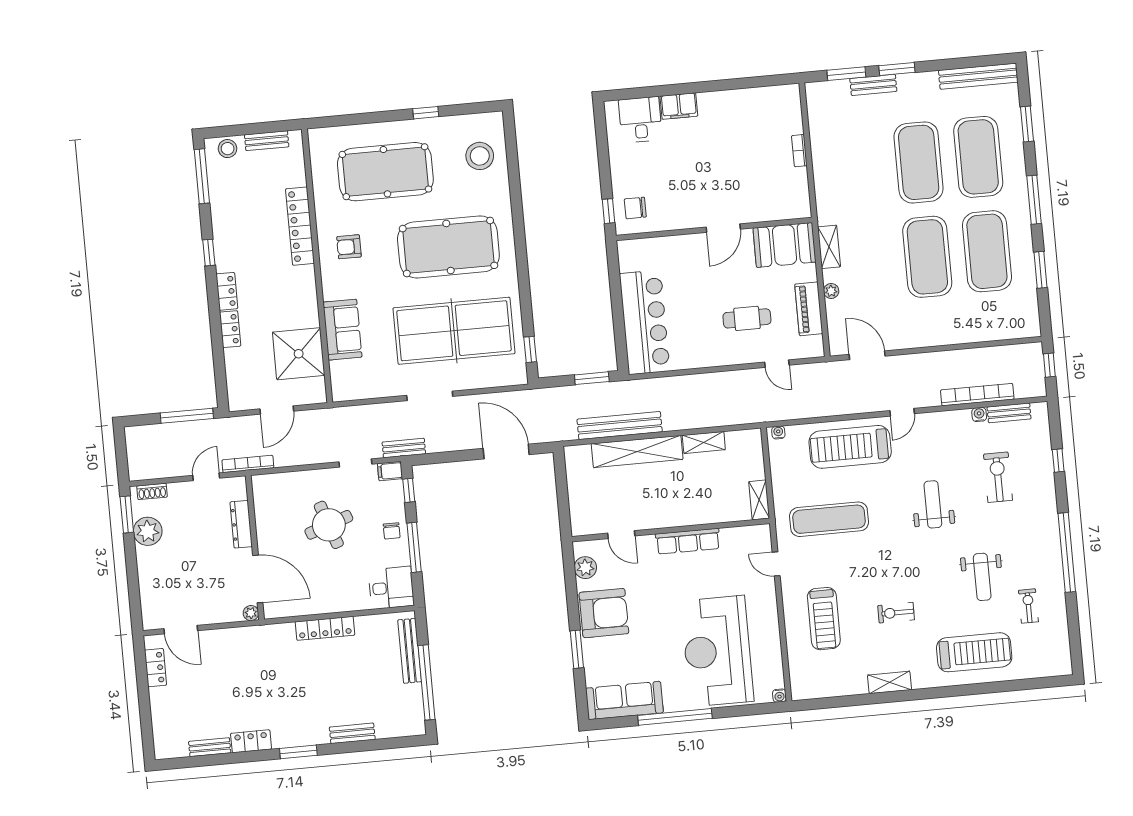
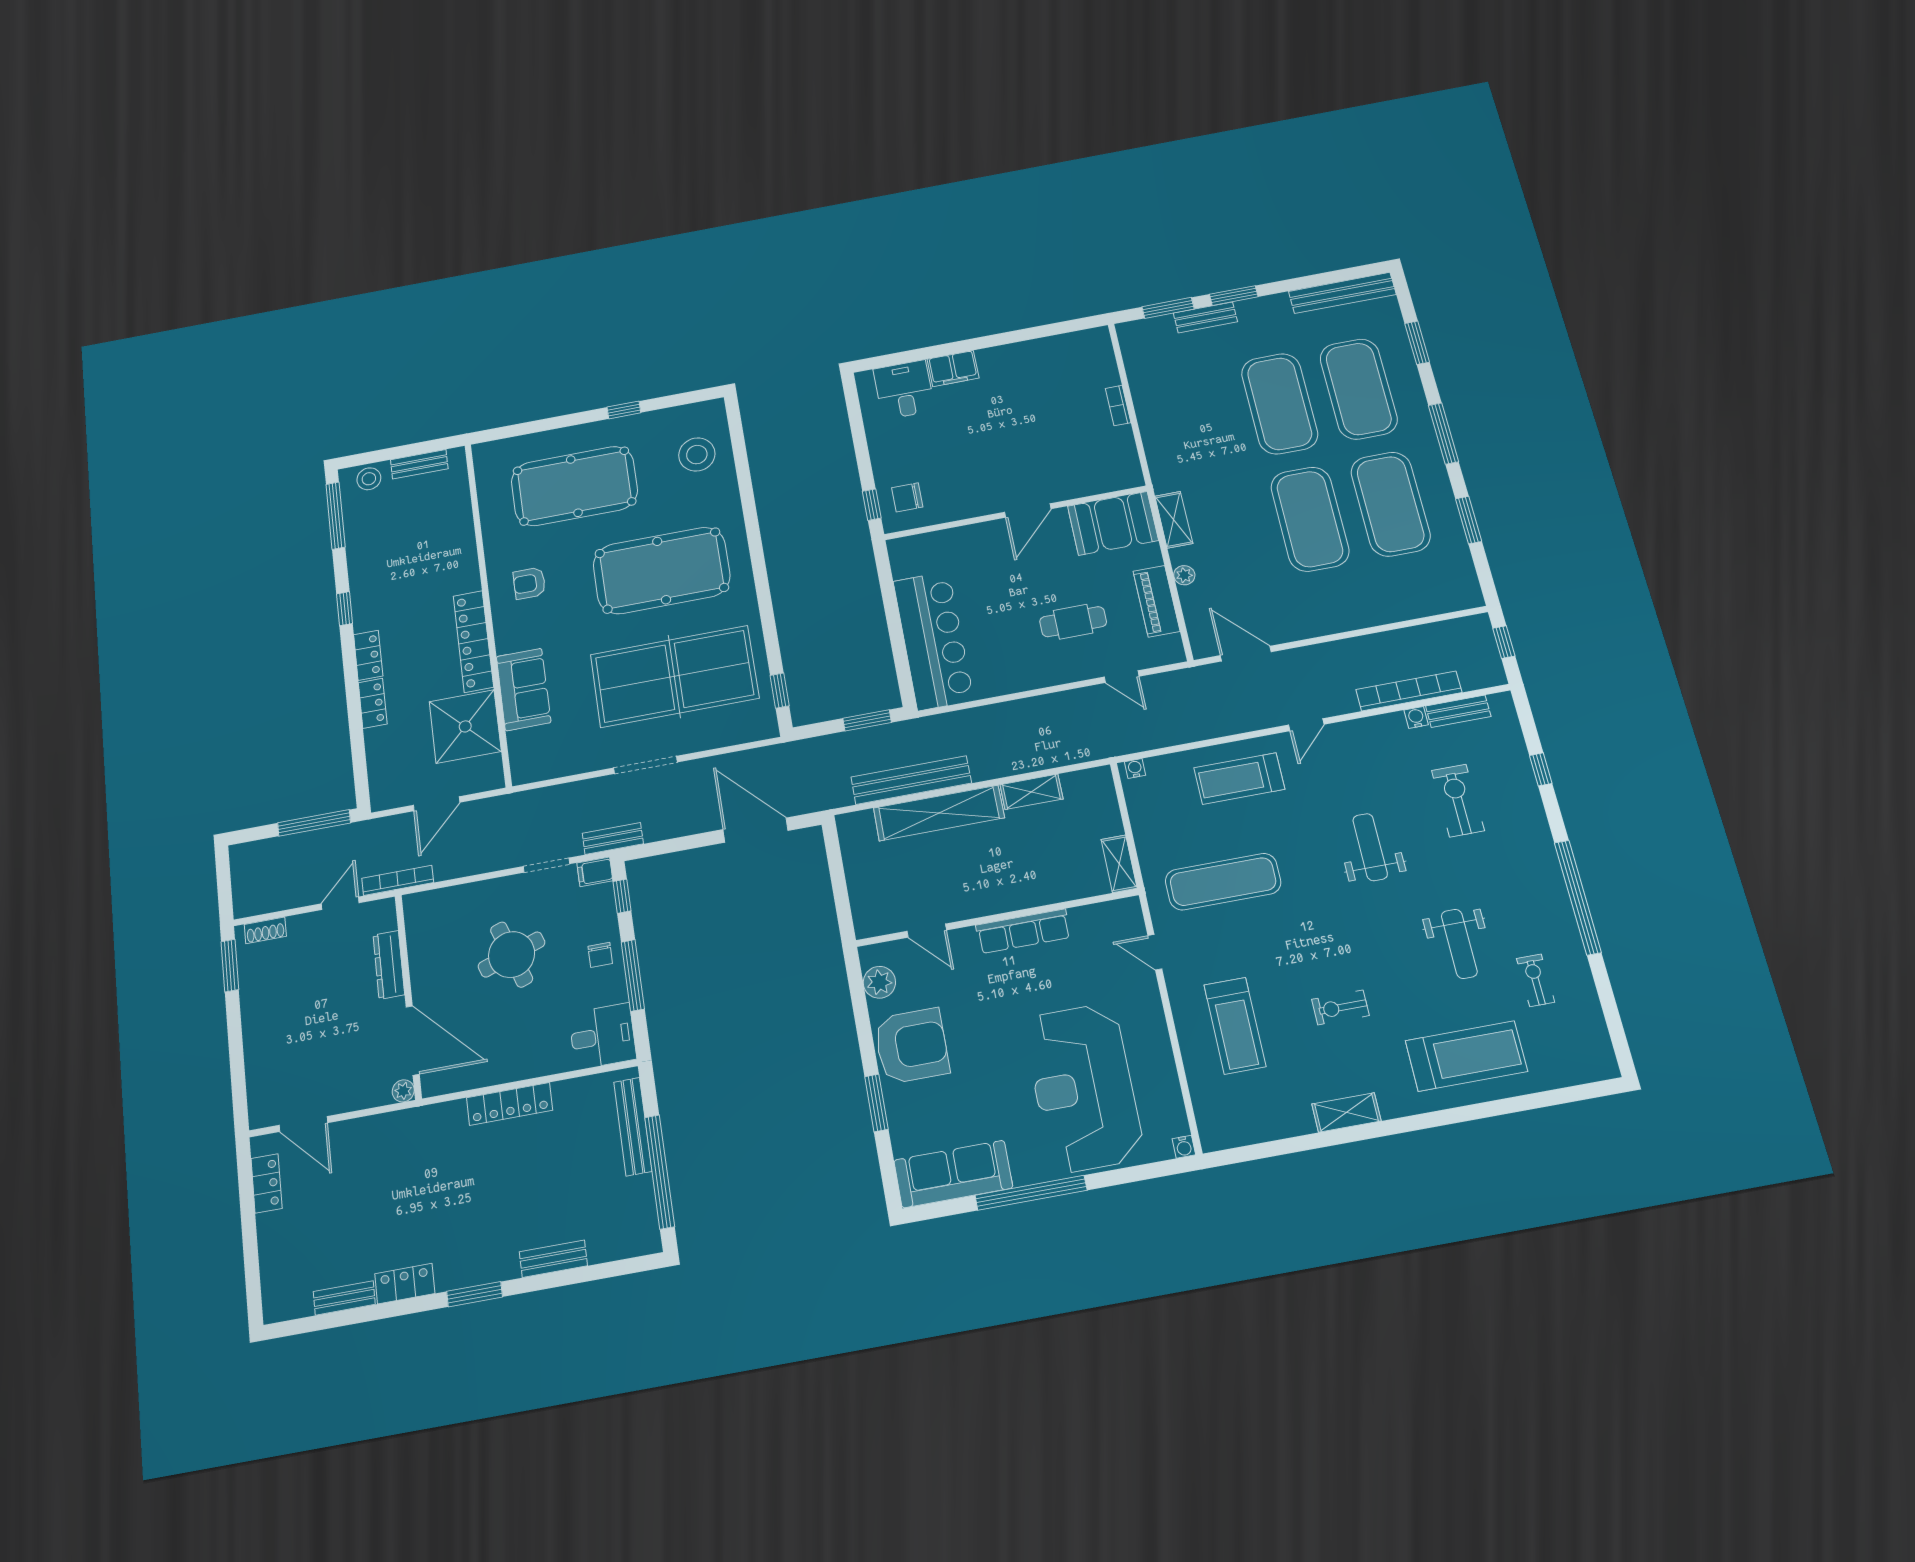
locker: (300, 226) -> (473, 641), moved
treadmill: (850, 447) -> (1239, 779), width x0.73, depth x0.73
plant: (148, 531) -> (258, 987), removed

